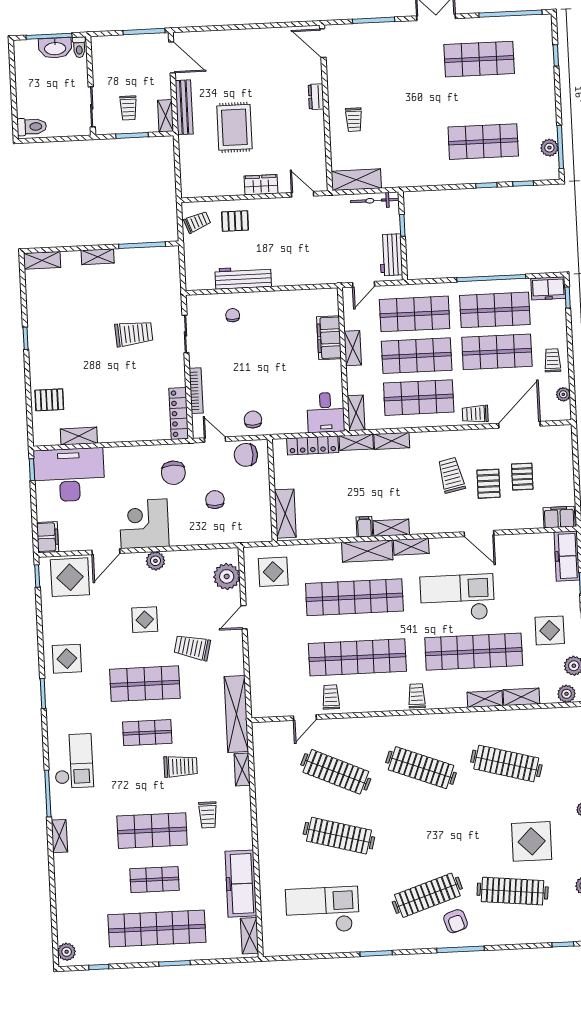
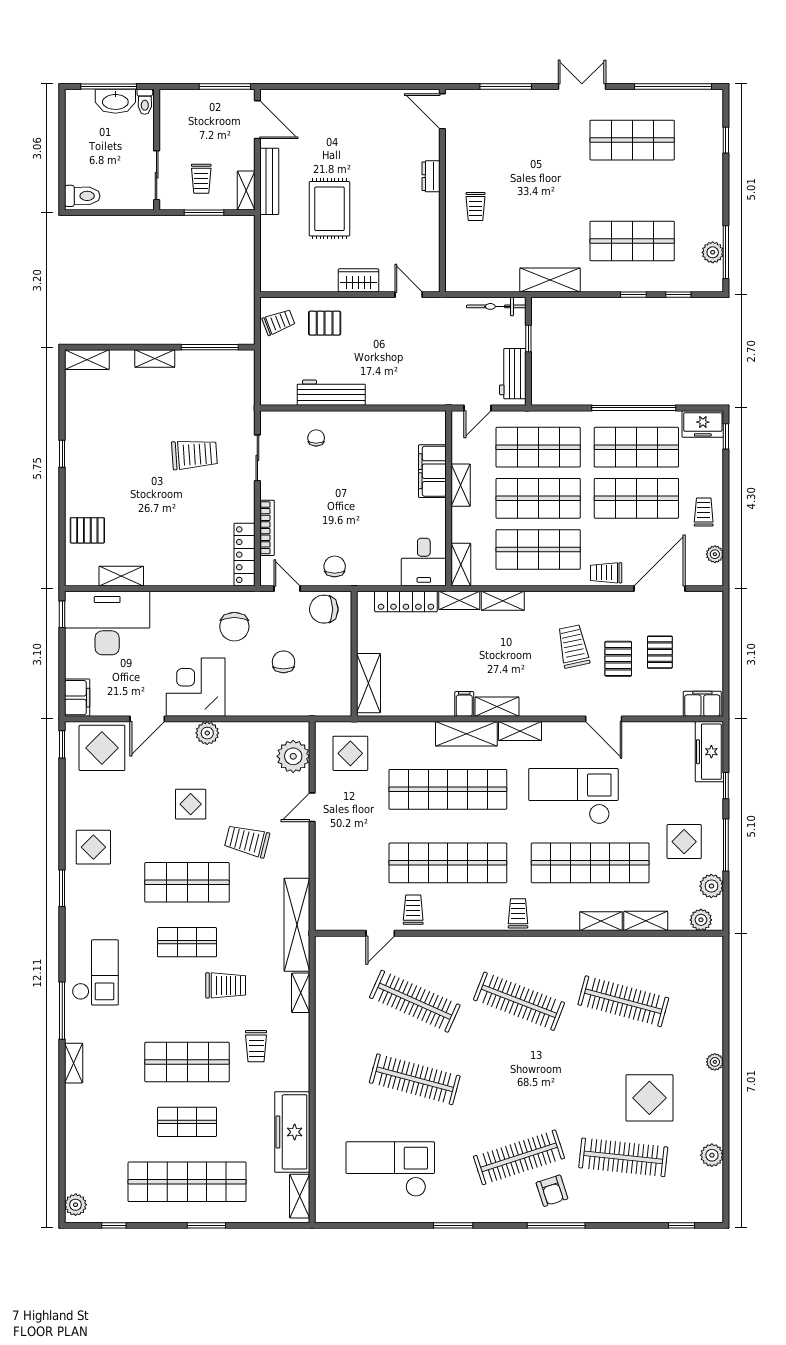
shelving: (356, 180) -> (550, 280), moved

